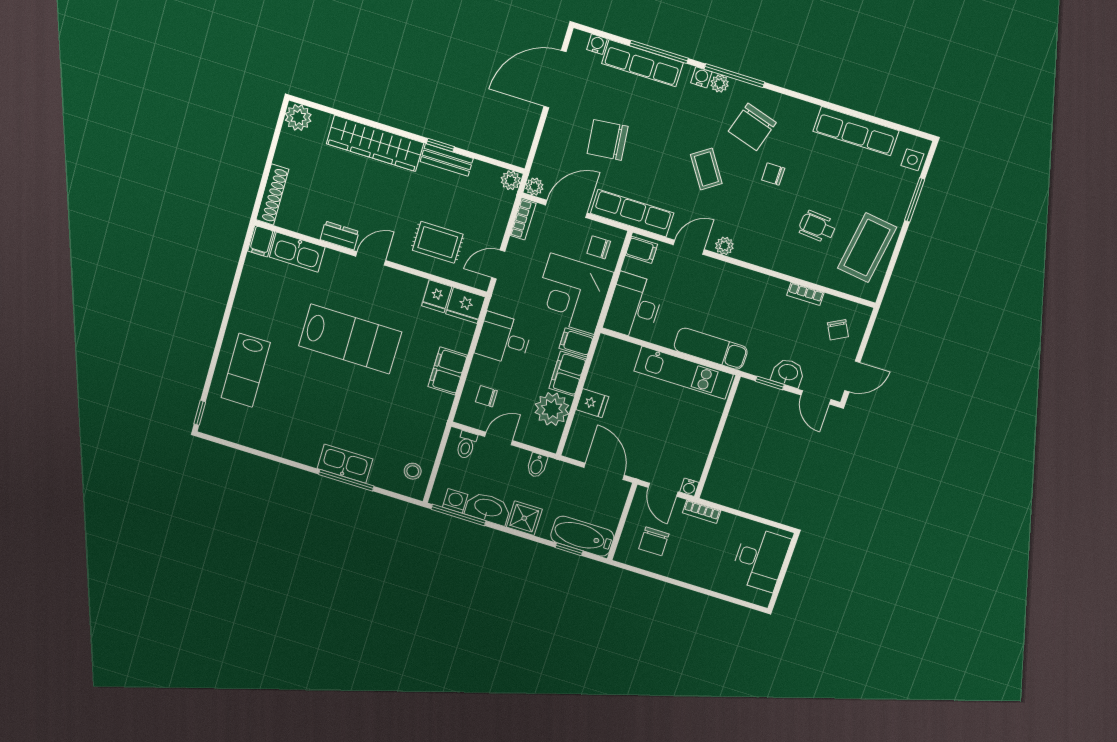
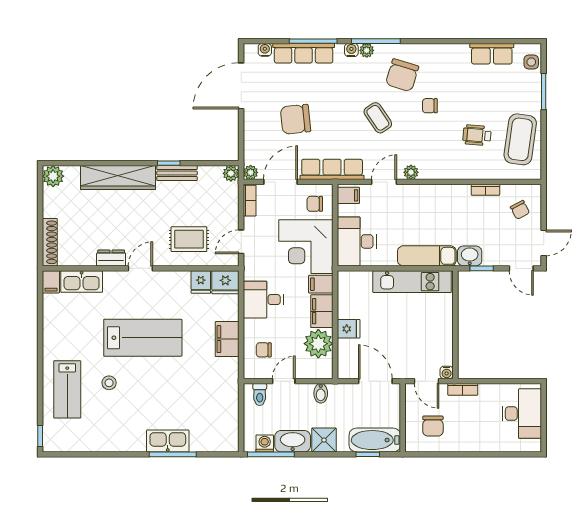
row of seats: (856, 131) -> (492, 54), width x0.68
washbasin: (788, 373) -> (470, 256), moved
stool: (413, 471) -> (109, 383), moved

